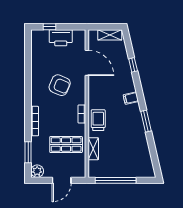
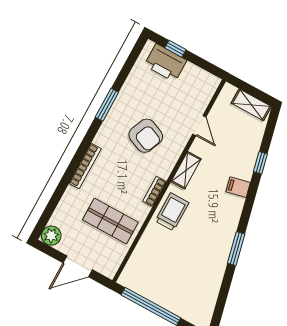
printer: (61, 38) -> (166, 63), moved
door: (87, 63) -> (199, 126), width x0.53
filing cabinet: (131, 98) -> (238, 187), moved
shelving: (93, 149) -> (186, 170), moved
window: (28, 152) -> (107, 105), moved

